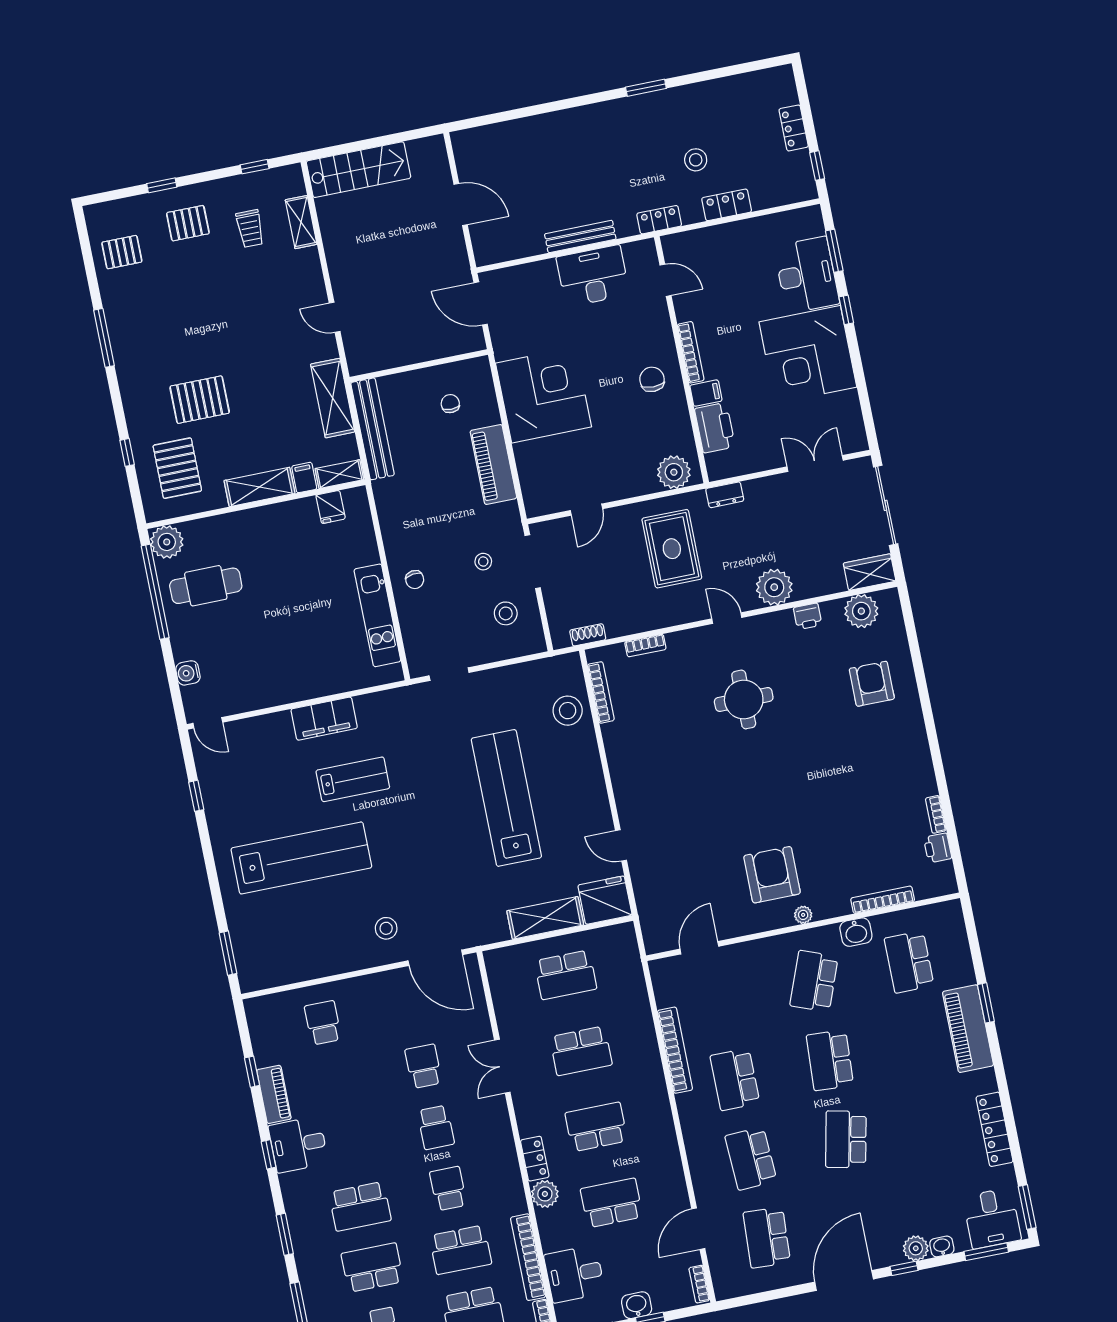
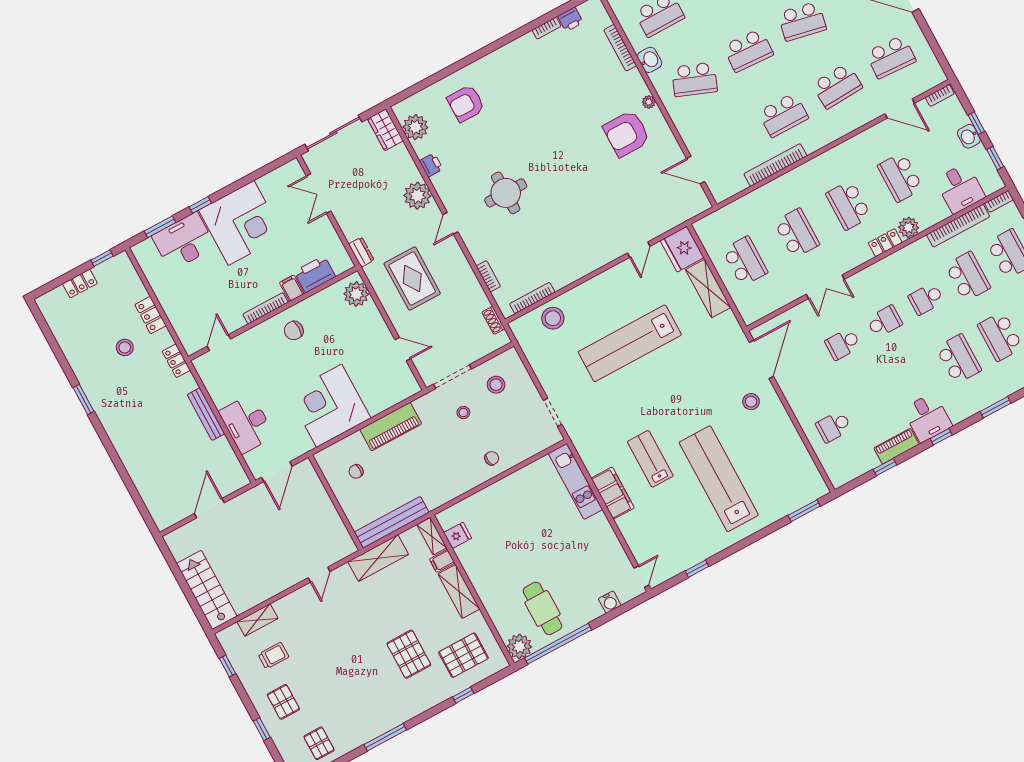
desk: (593, 276) -> (247, 424), moved
rug: (672, 549) -> (412, 279), turned 90
kitchen unit: (377, 615) -> (575, 481), moved, turned 90

